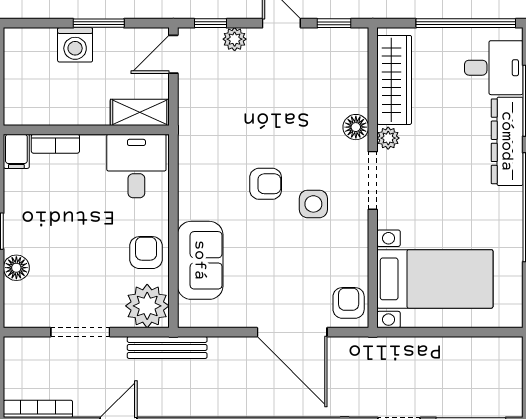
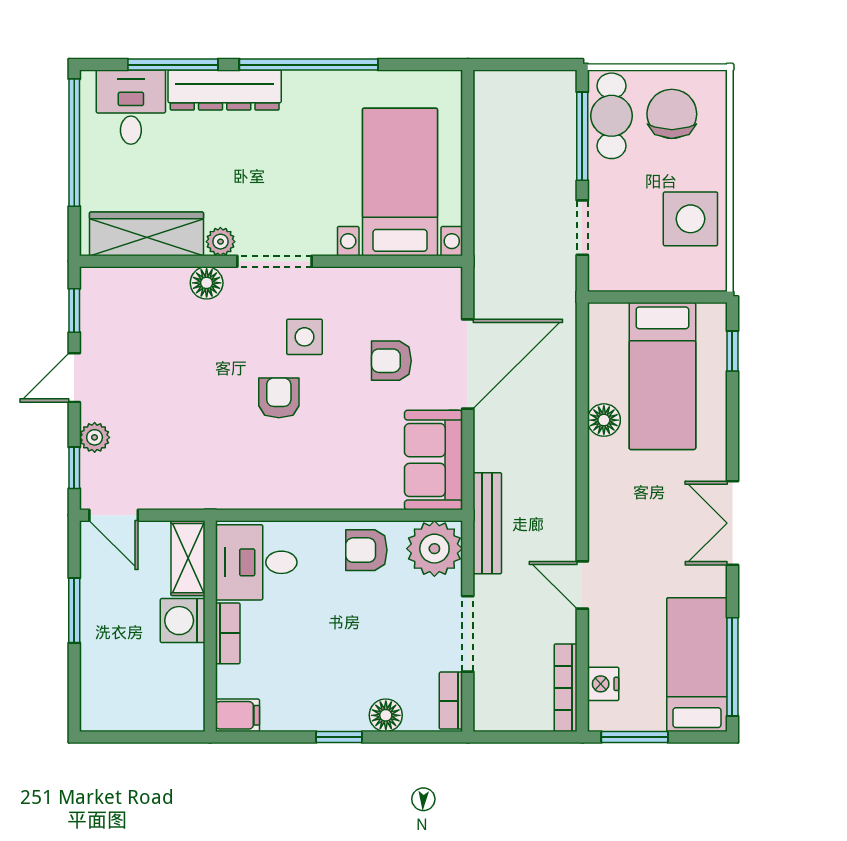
washing machine: (75, 45) -> (183, 621), moved, turned 180
bookcase: (55, 144) -> (228, 633), moved
sofa: (200, 260) -> (434, 460), moved, turned -90
armchair: (349, 303) -> (391, 361), moved
bookcase: (28, 319) -> (451, 701), added

